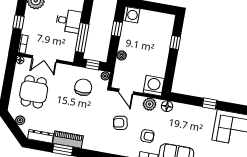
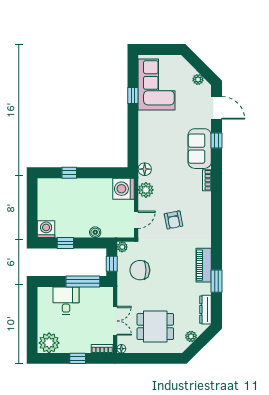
window: (210, 104) -> (133, 96), moved
armchair: (147, 136) -> (183, 186), removed
piano: (68, 140) -> (204, 265), moved

